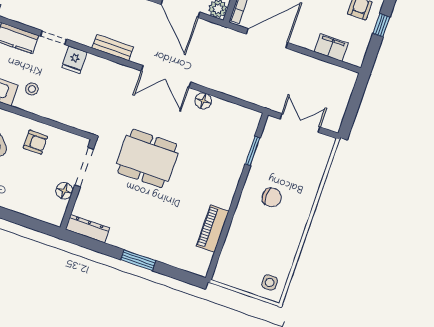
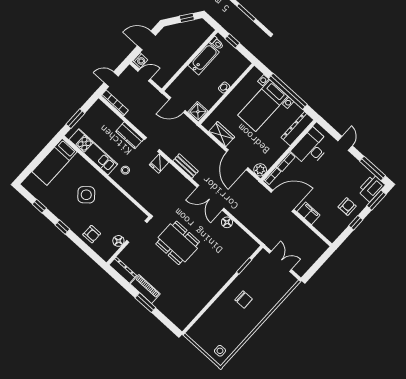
filing cabinet: (331, 47) -> (309, 213), moved
armchair: (35, 142) -> (92, 234), moved
piano: (213, 229) -> (145, 289), moved, turned 90

